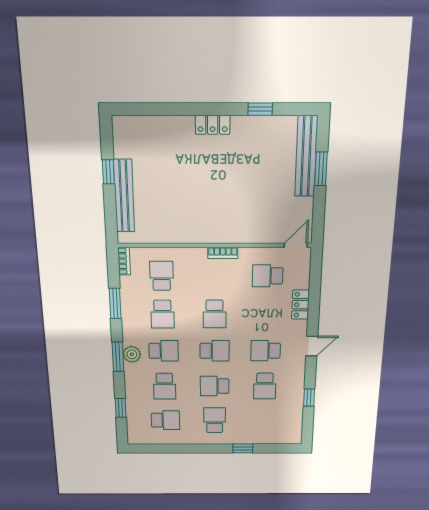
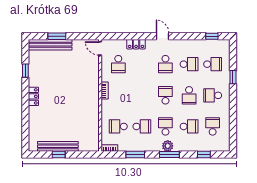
bench: (124, 196) -> (58, 146), moved
school desk: (215, 314) -> (213, 64), moved
window: (309, 398) -> (212, 36), moved

